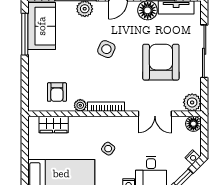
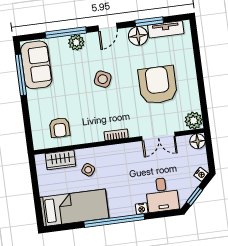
sliding door: (204, 51) -> (199, 69), removed
plant: (80, 105) -> (84, 138), removed
bookcase: (106, 107) -> (116, 135), width x0.64
side table: (108, 149) -> (88, 170), moved

